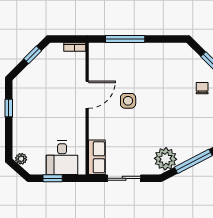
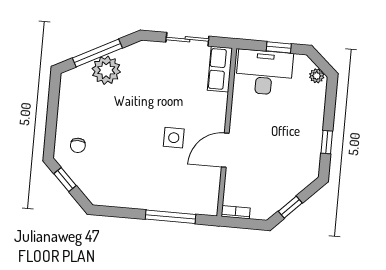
desk: (62, 158) -> (264, 72), width x1.37
plant: (166, 159) -> (106, 70), moved

